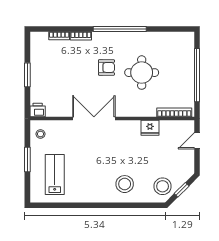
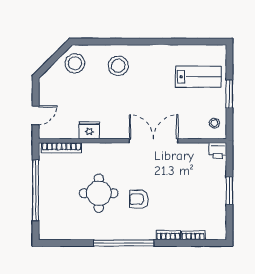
double door: (94, 118) -> (154, 141), swing flipped
lab bench: (55, 175) -> (198, 77), turned -90
window: (182, 190) -> (53, 59), removed

